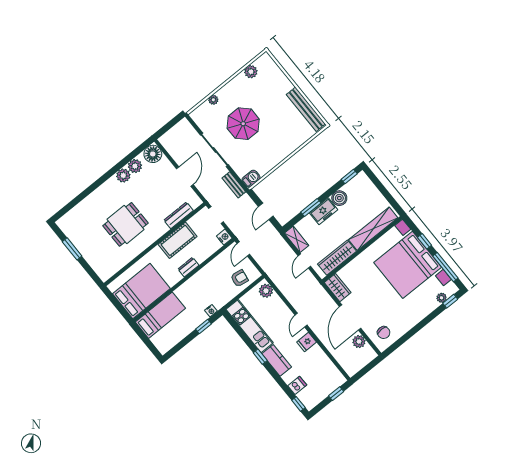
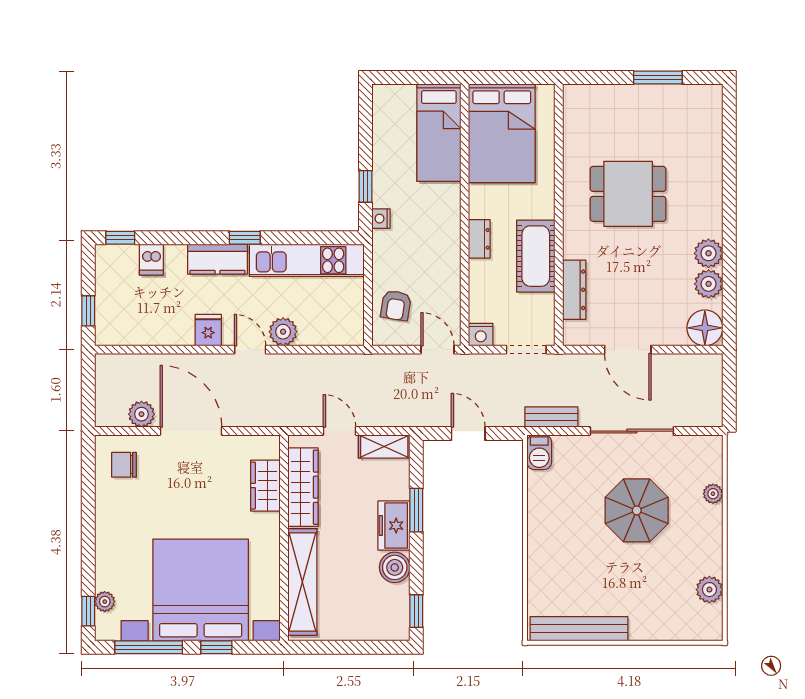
dining table: (126, 224) -> (628, 194), turned 90
wardrobe: (338, 288) -> (265, 486), moved, turned 90
plant: (266, 291) -> (283, 332), moved

